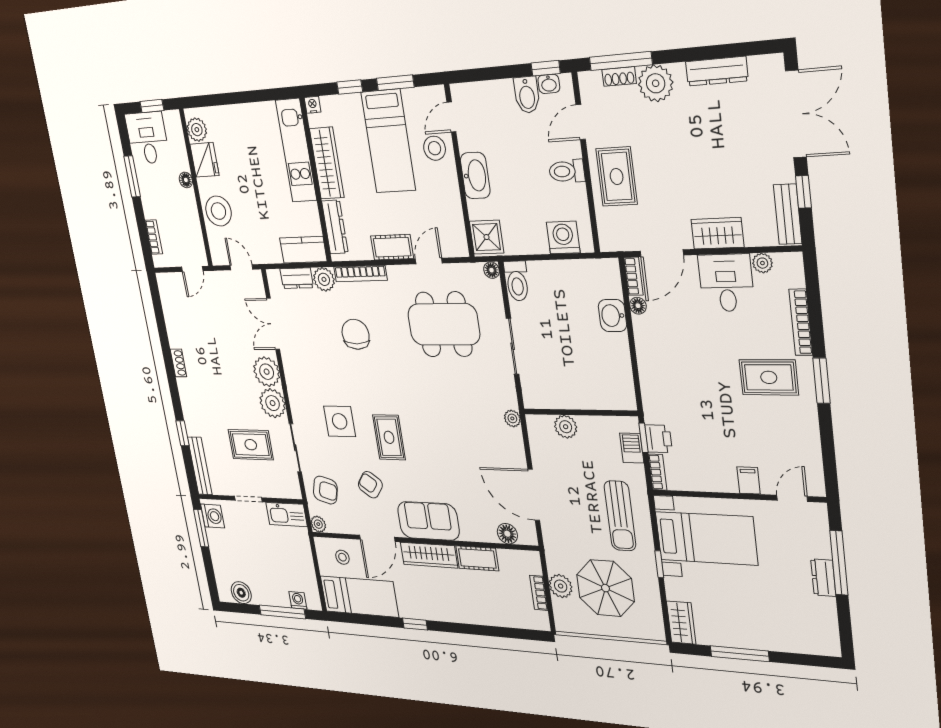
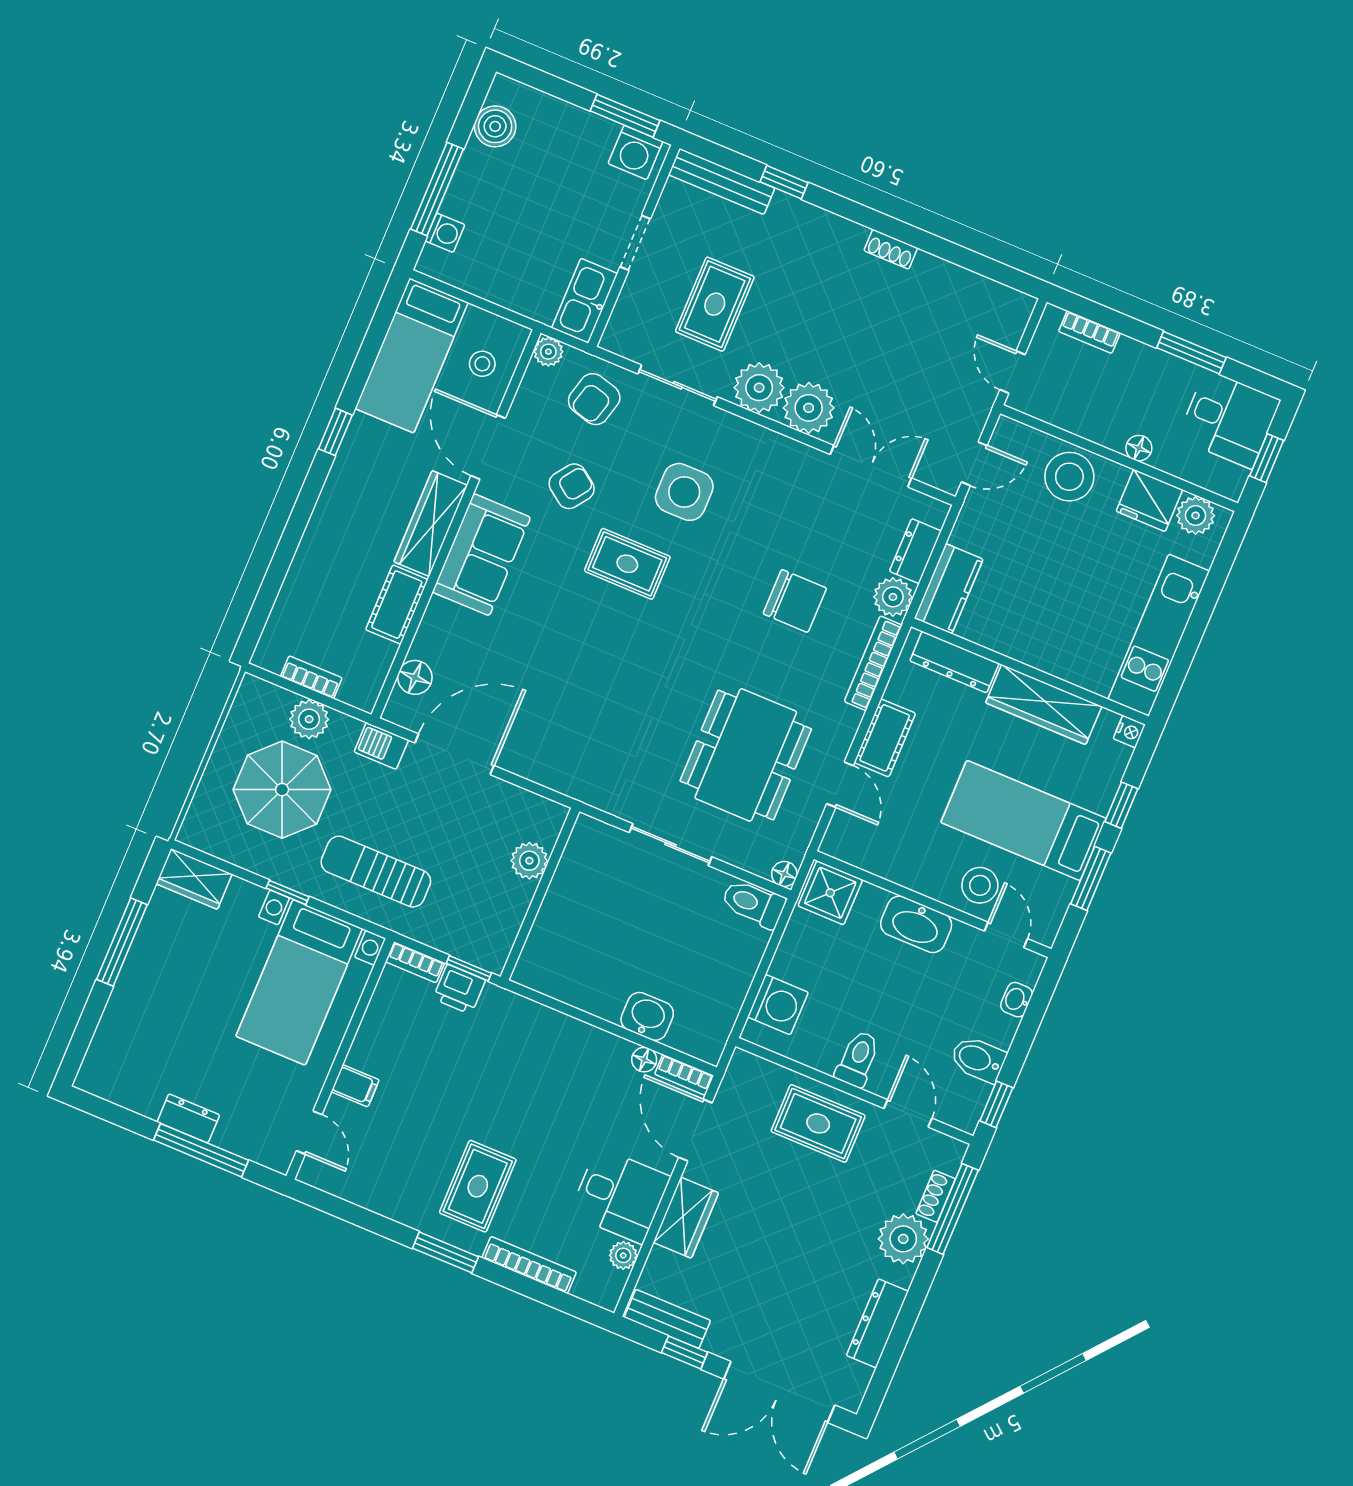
washbasin: (549, 84) -> (1017, 1000), moved
kitchen unit: (296, 150) -> (1159, 635), moved, turned -90
plant: (512, 418) -> (573, 785), removed
barbecue: (632, 448) -> (381, 746), moved, turned 180

